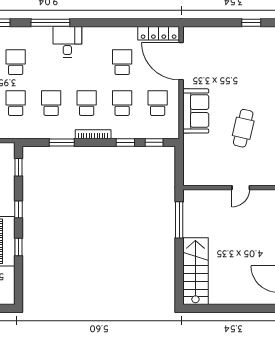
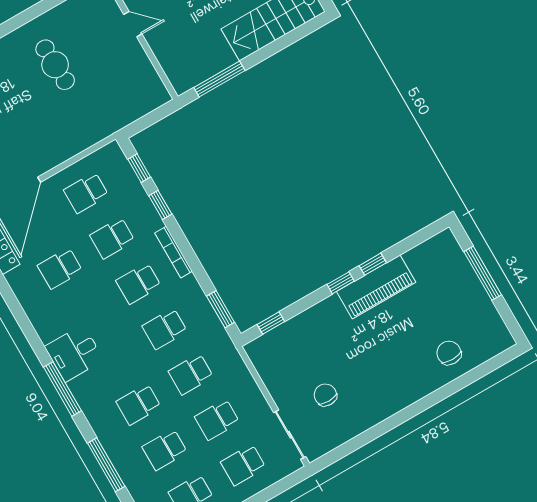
sofa: (196, 111) -> (68, 138), removed
cafe table: (243, 128) -> (55, 65), turned 75
window: (62, 142) -> (221, 309), moved
window: (19, 209) -> (341, 283), moved

